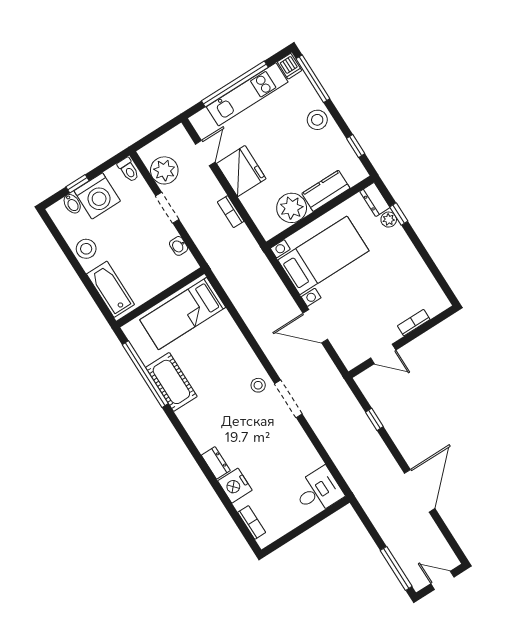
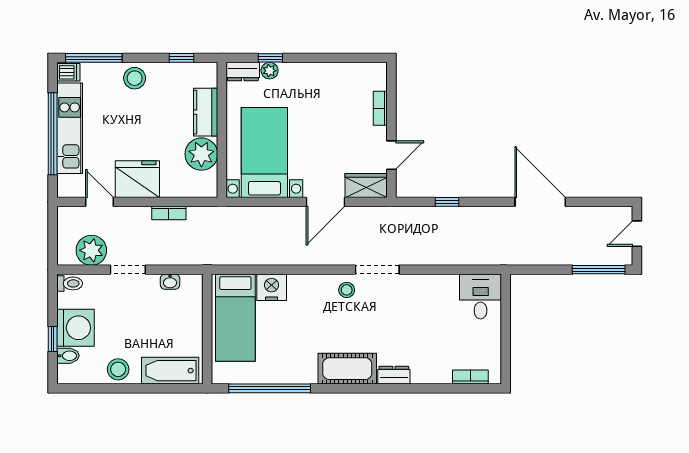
wardrobe: (348, 349) -> (366, 186), added
cot: (171, 382) -> (347, 369), moved
nightstand: (235, 486) -> (272, 287), moved, turned 180

